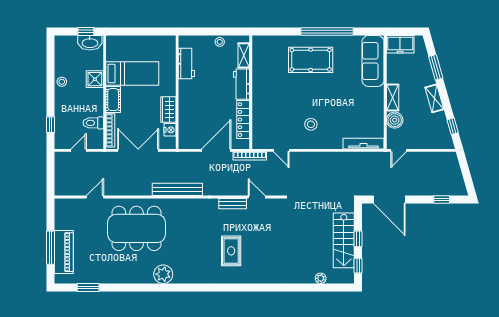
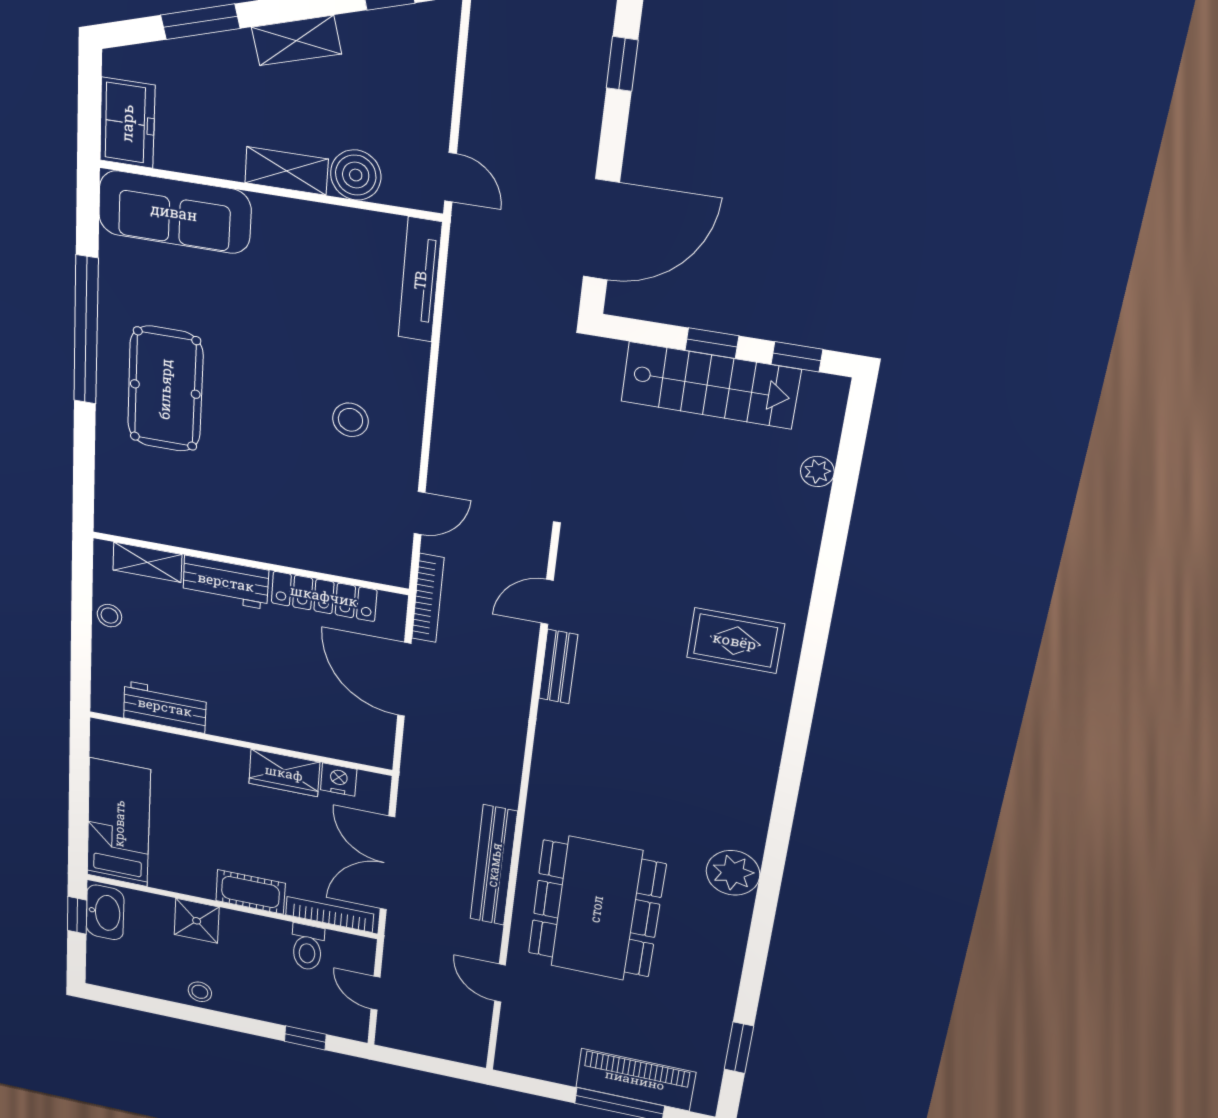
bed: (132, 74) -> (119, 823), moved
bench: (177, 189) -> (494, 865), moved
rug: (231, 251) -> (735, 641), moved

